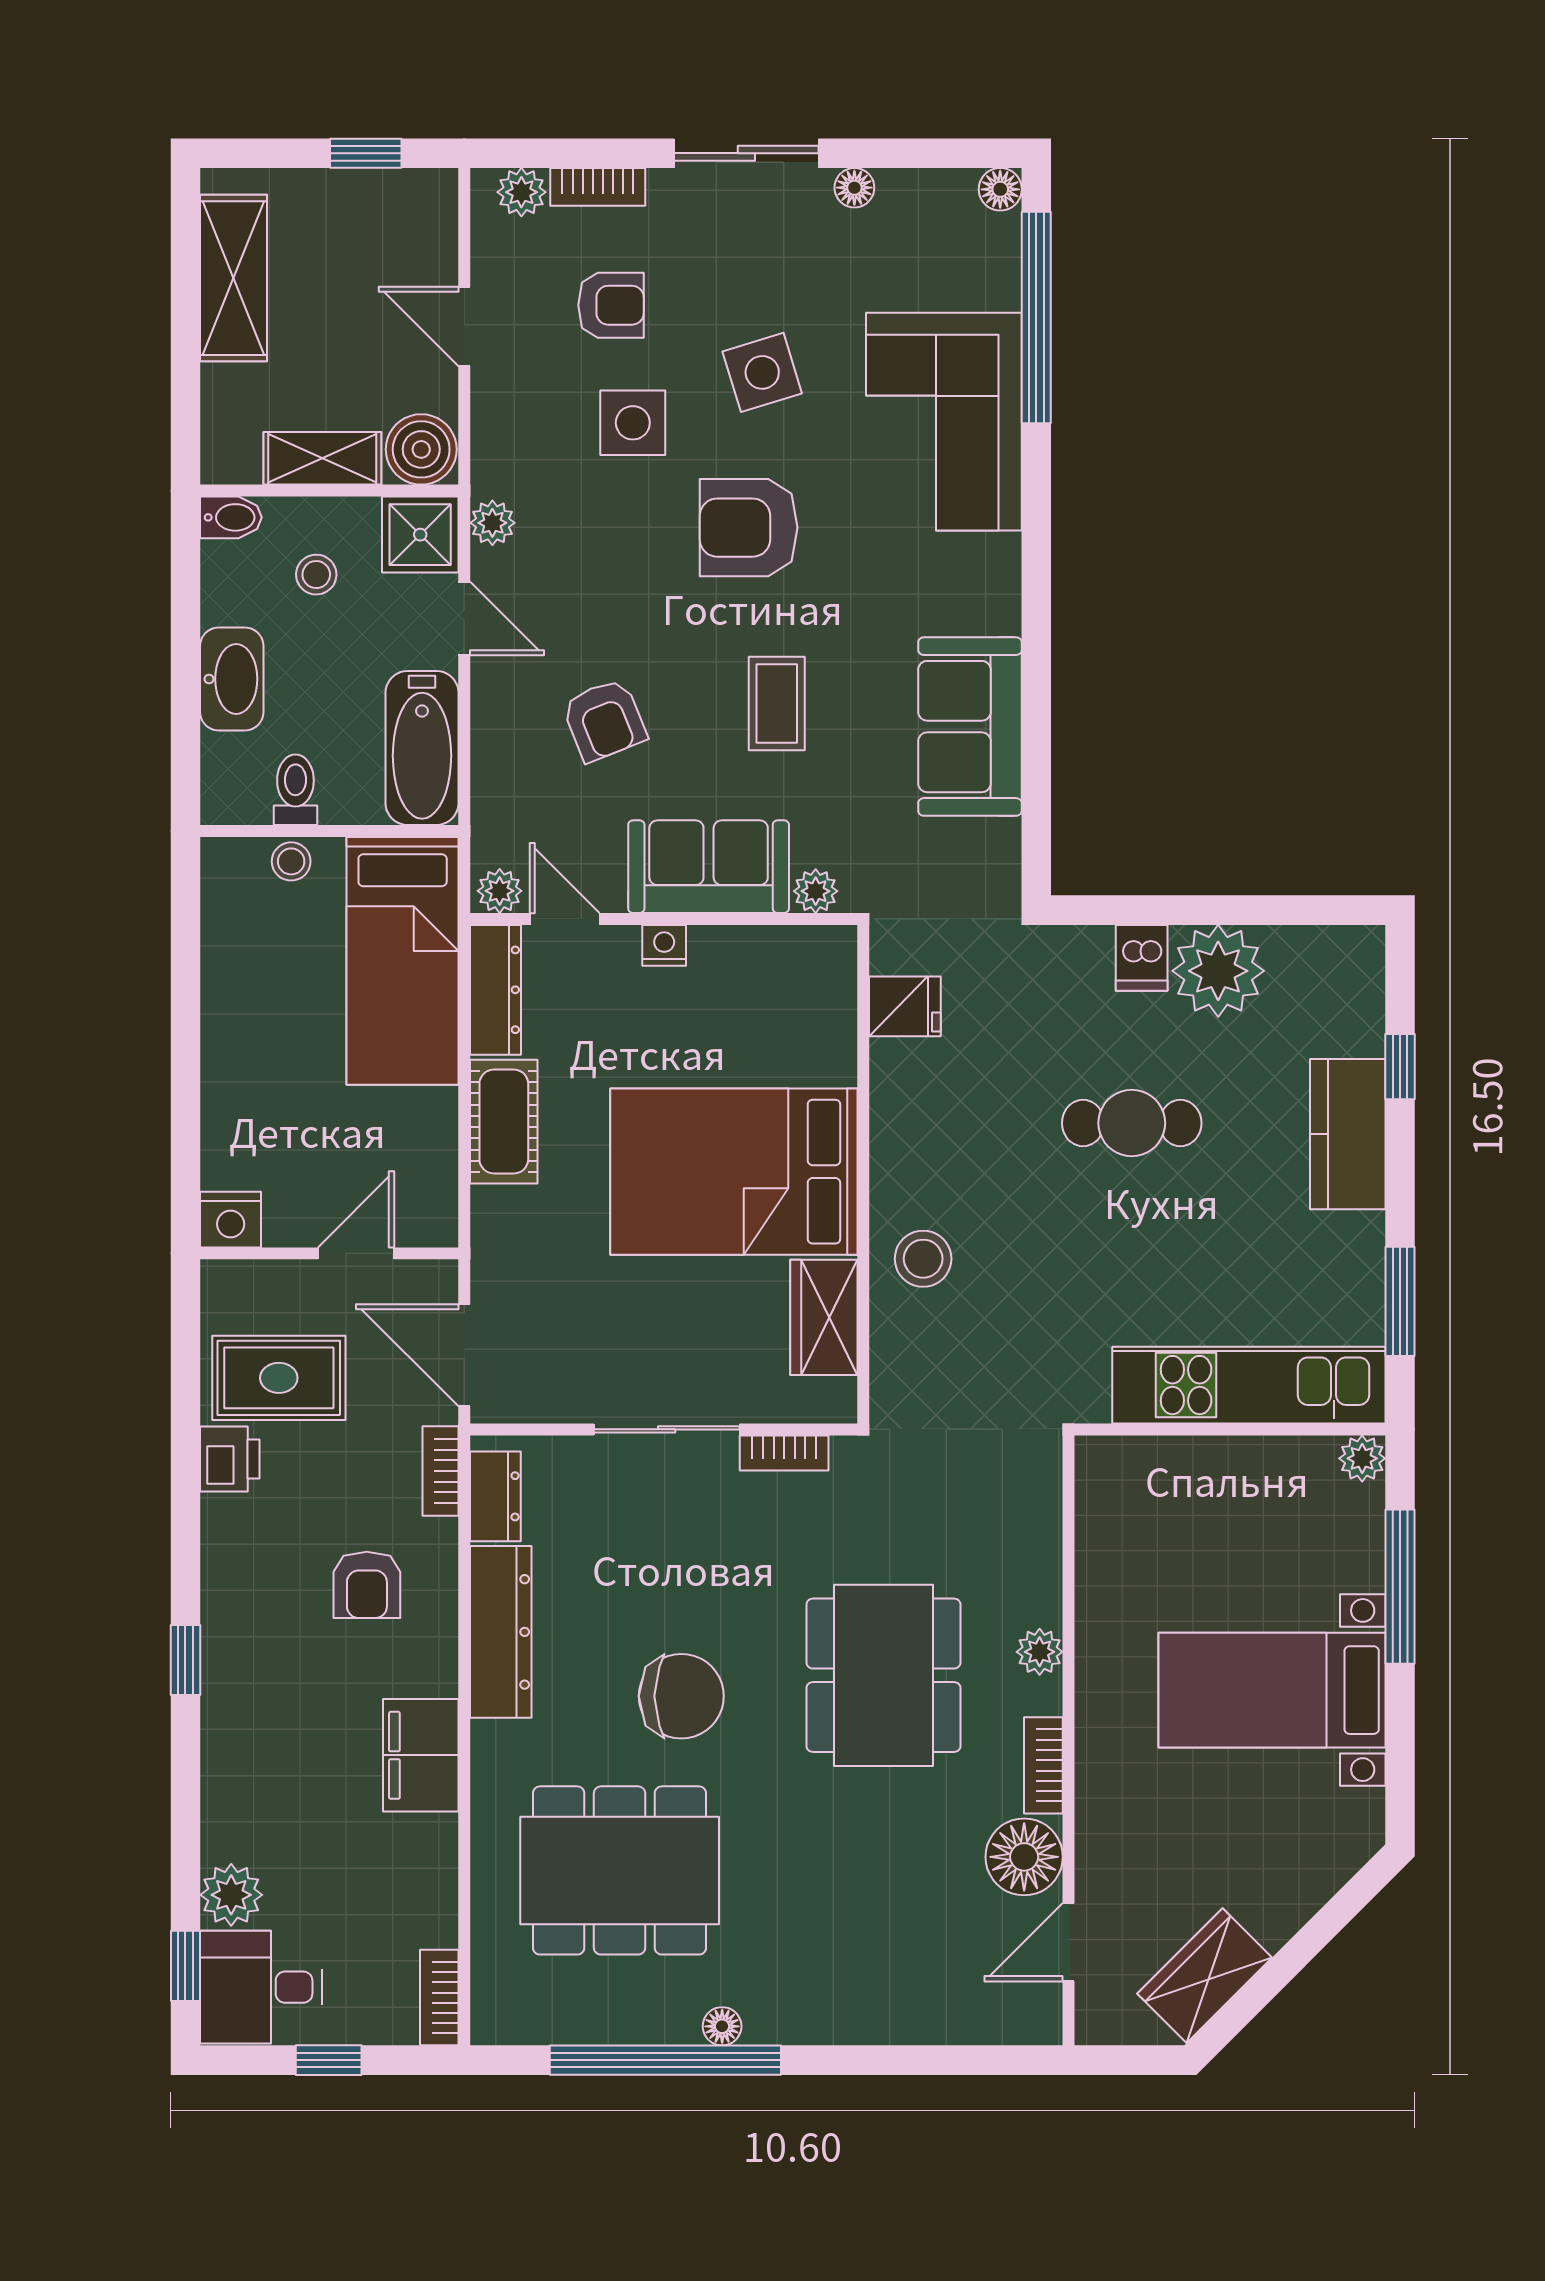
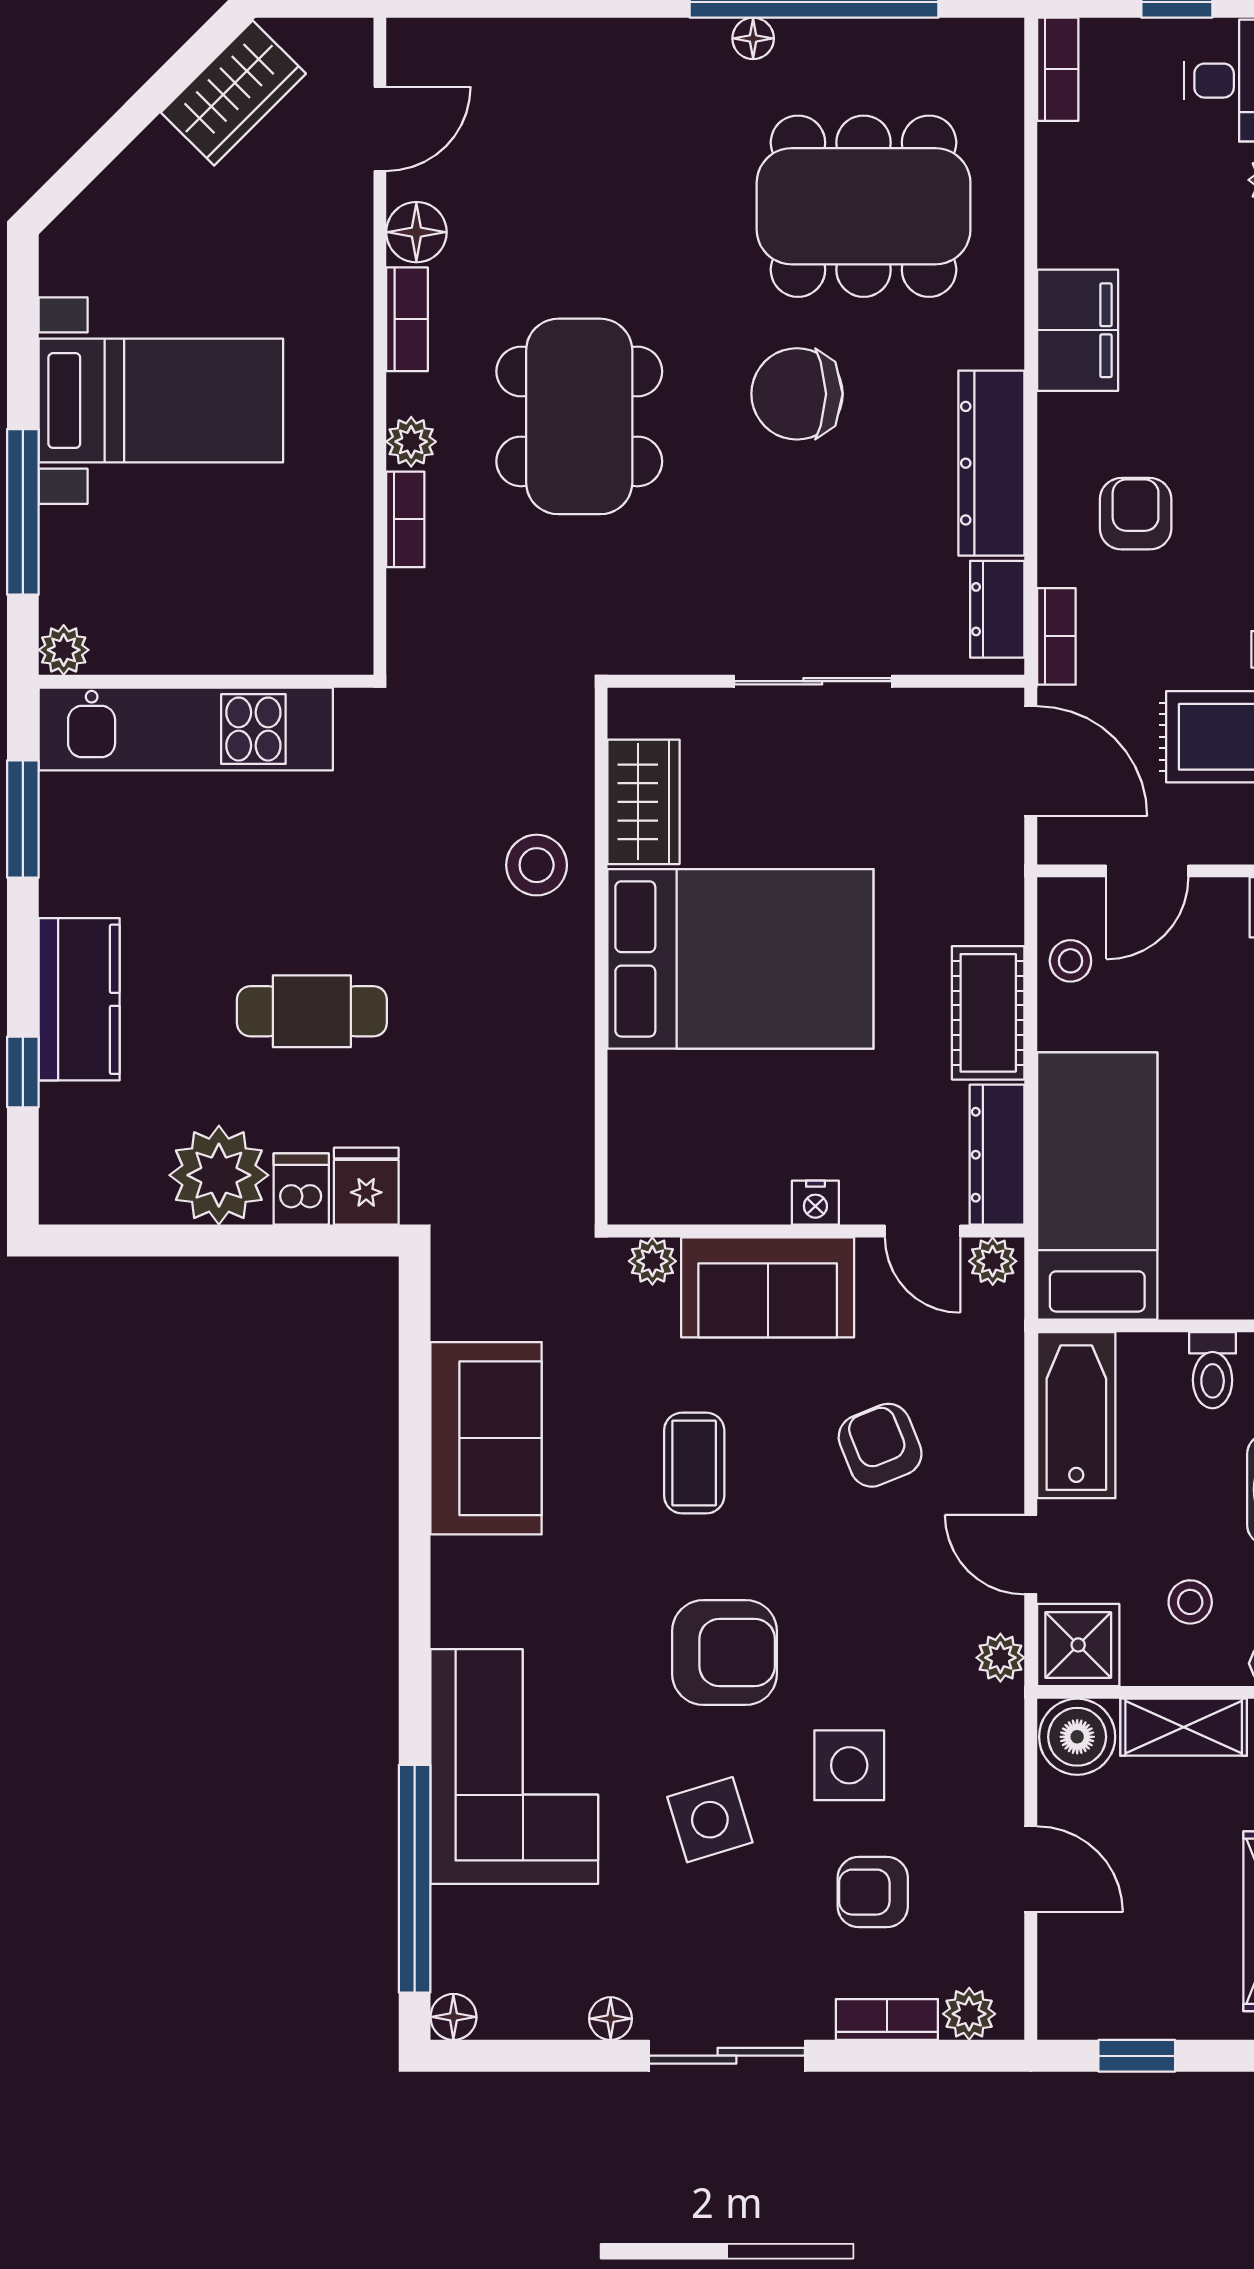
stool: (291, 861) -> (1070, 961), moved
fridge: (905, 1006) -> (366, 1186), moved, turned 90
bookcase: (784, 1453) -> (405, 519), moved, turned 90
floor lamp: (1024, 1857) -> (416, 232), width x0.73, depth x0.73

